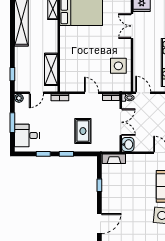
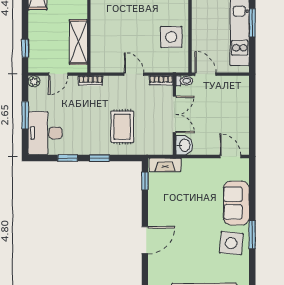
desk: (27, 135) -> (45, 133), width x1.37
window: (99, 185) -> (145, 181), moved
door: (99, 223) -> (145, 240), moved

